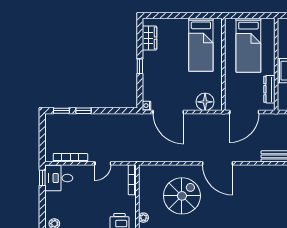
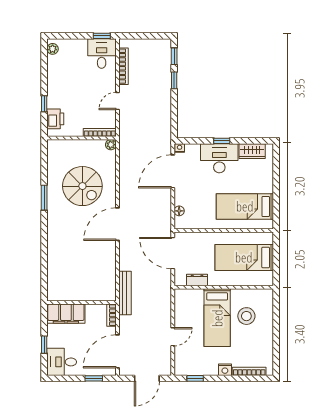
desk: (156, 69) -> (219, 158), added
dresser: (269, 89) -> (197, 280), width x0.70
floor lamp: (205, 102) -> (179, 211), width x0.53, depth x0.53
door: (103, 163) -> (117, 101), hinge flipped
plant: (143, 218) -> (111, 145), moved

